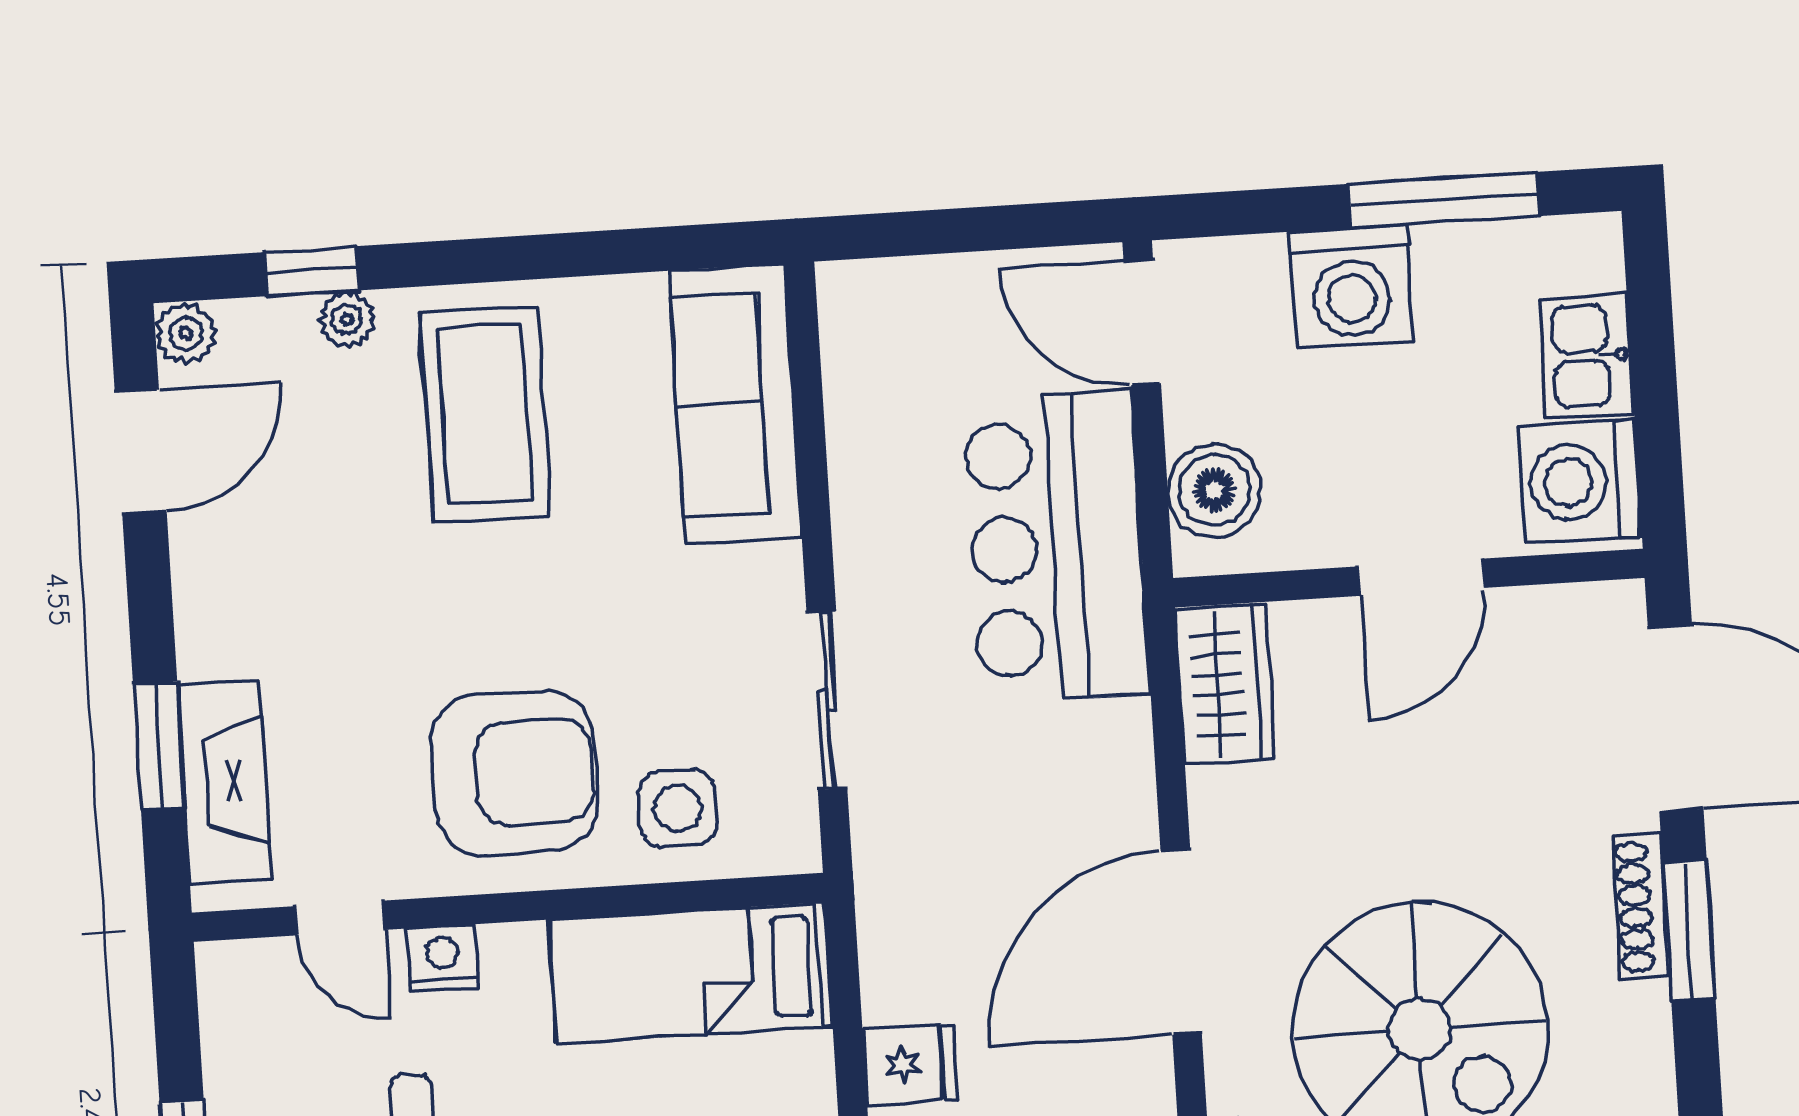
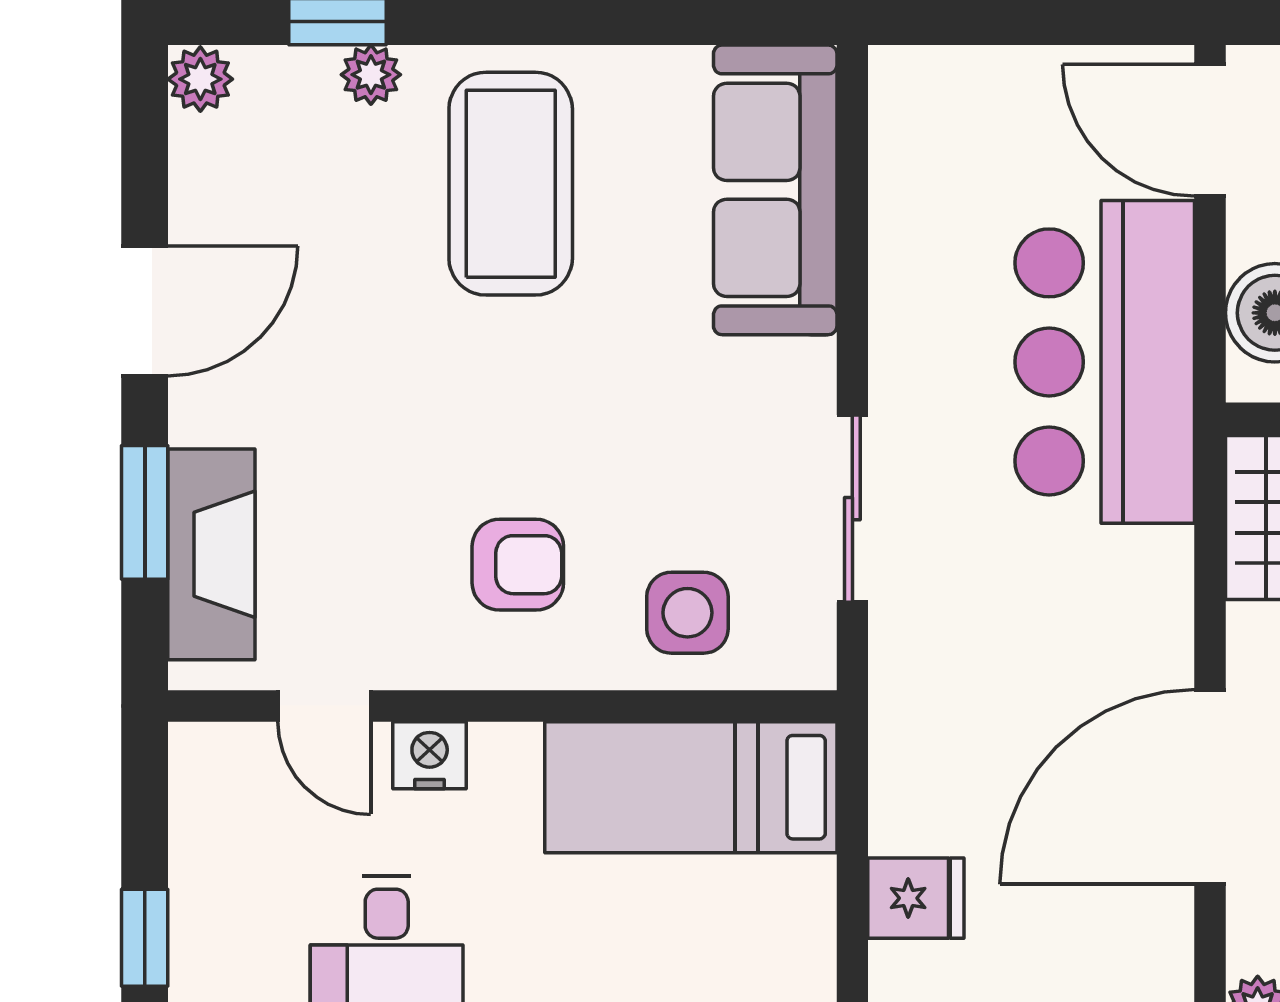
door: (141, 452) -> (145, 311), moved
armchair: (514, 773) -> (518, 565), width x0.53, depth x0.53

